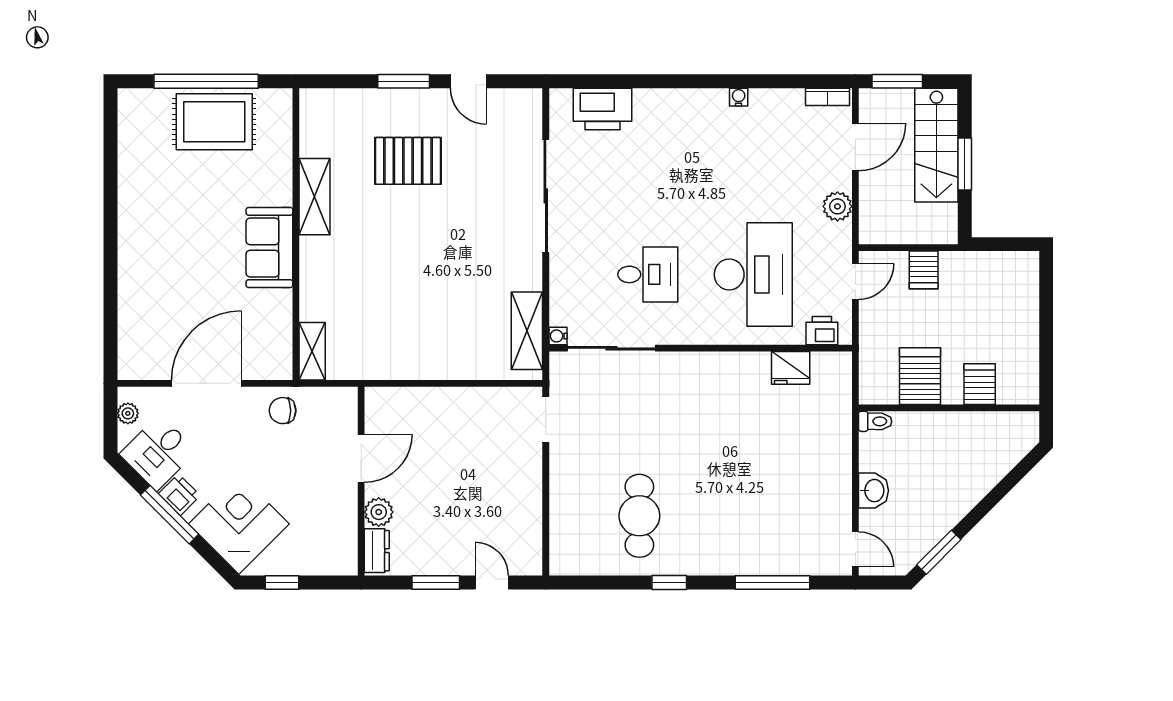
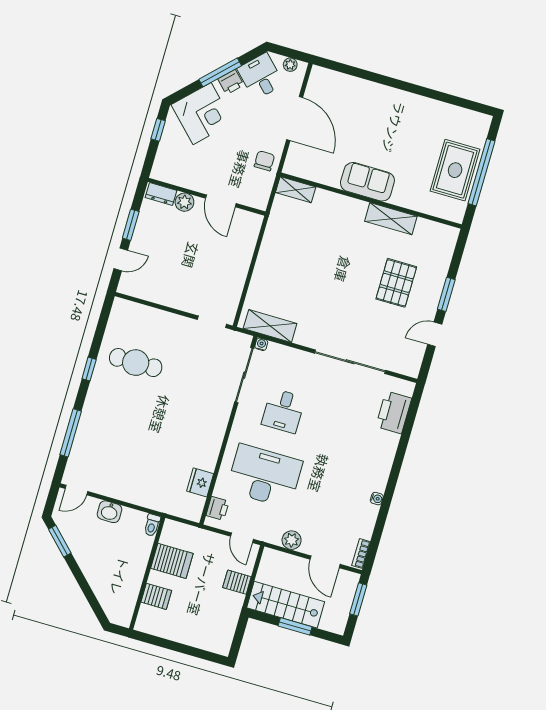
stairs: (936, 145) -> (286, 605), moved
desk: (753, 274) -> (264, 476), turned 180

